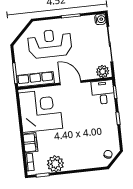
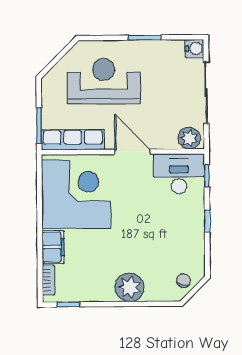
desk: (103, 92) -> (179, 174), width x1.37
plant: (55, 164) -> (129, 287), moved

